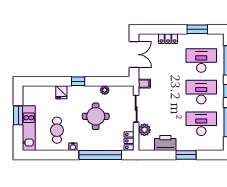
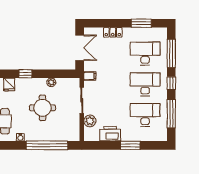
locker: (129, 141) -> (75, 132), removed

